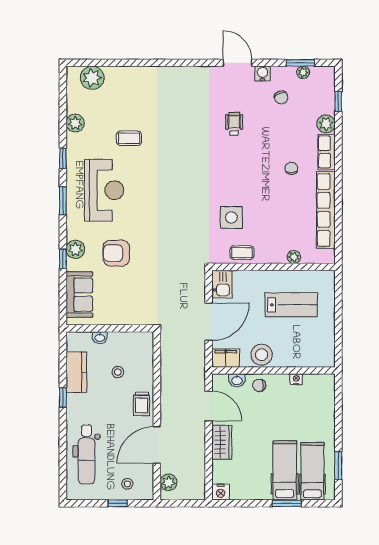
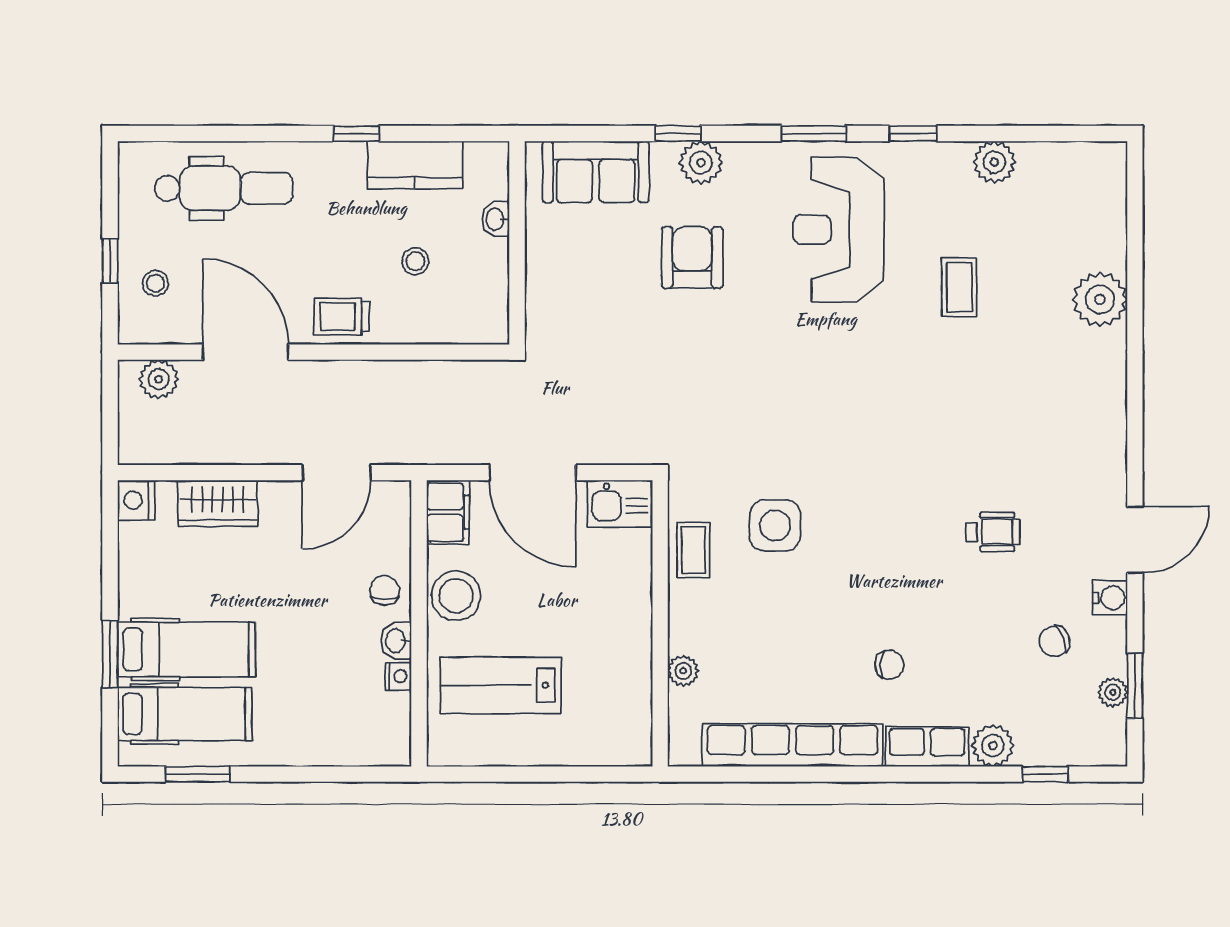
plant: (92, 78) -> (1100, 299), moved
reception desk: (104, 190) -> (839, 230), turned 90
lab bench: (291, 305) -> (500, 685), moved, turned 90
washbasin: (237, 380) -> (396, 641), moved
wardrobe: (222, 442) -> (218, 503), moved
dental chair: (86, 454) -> (224, 188), turned 180

